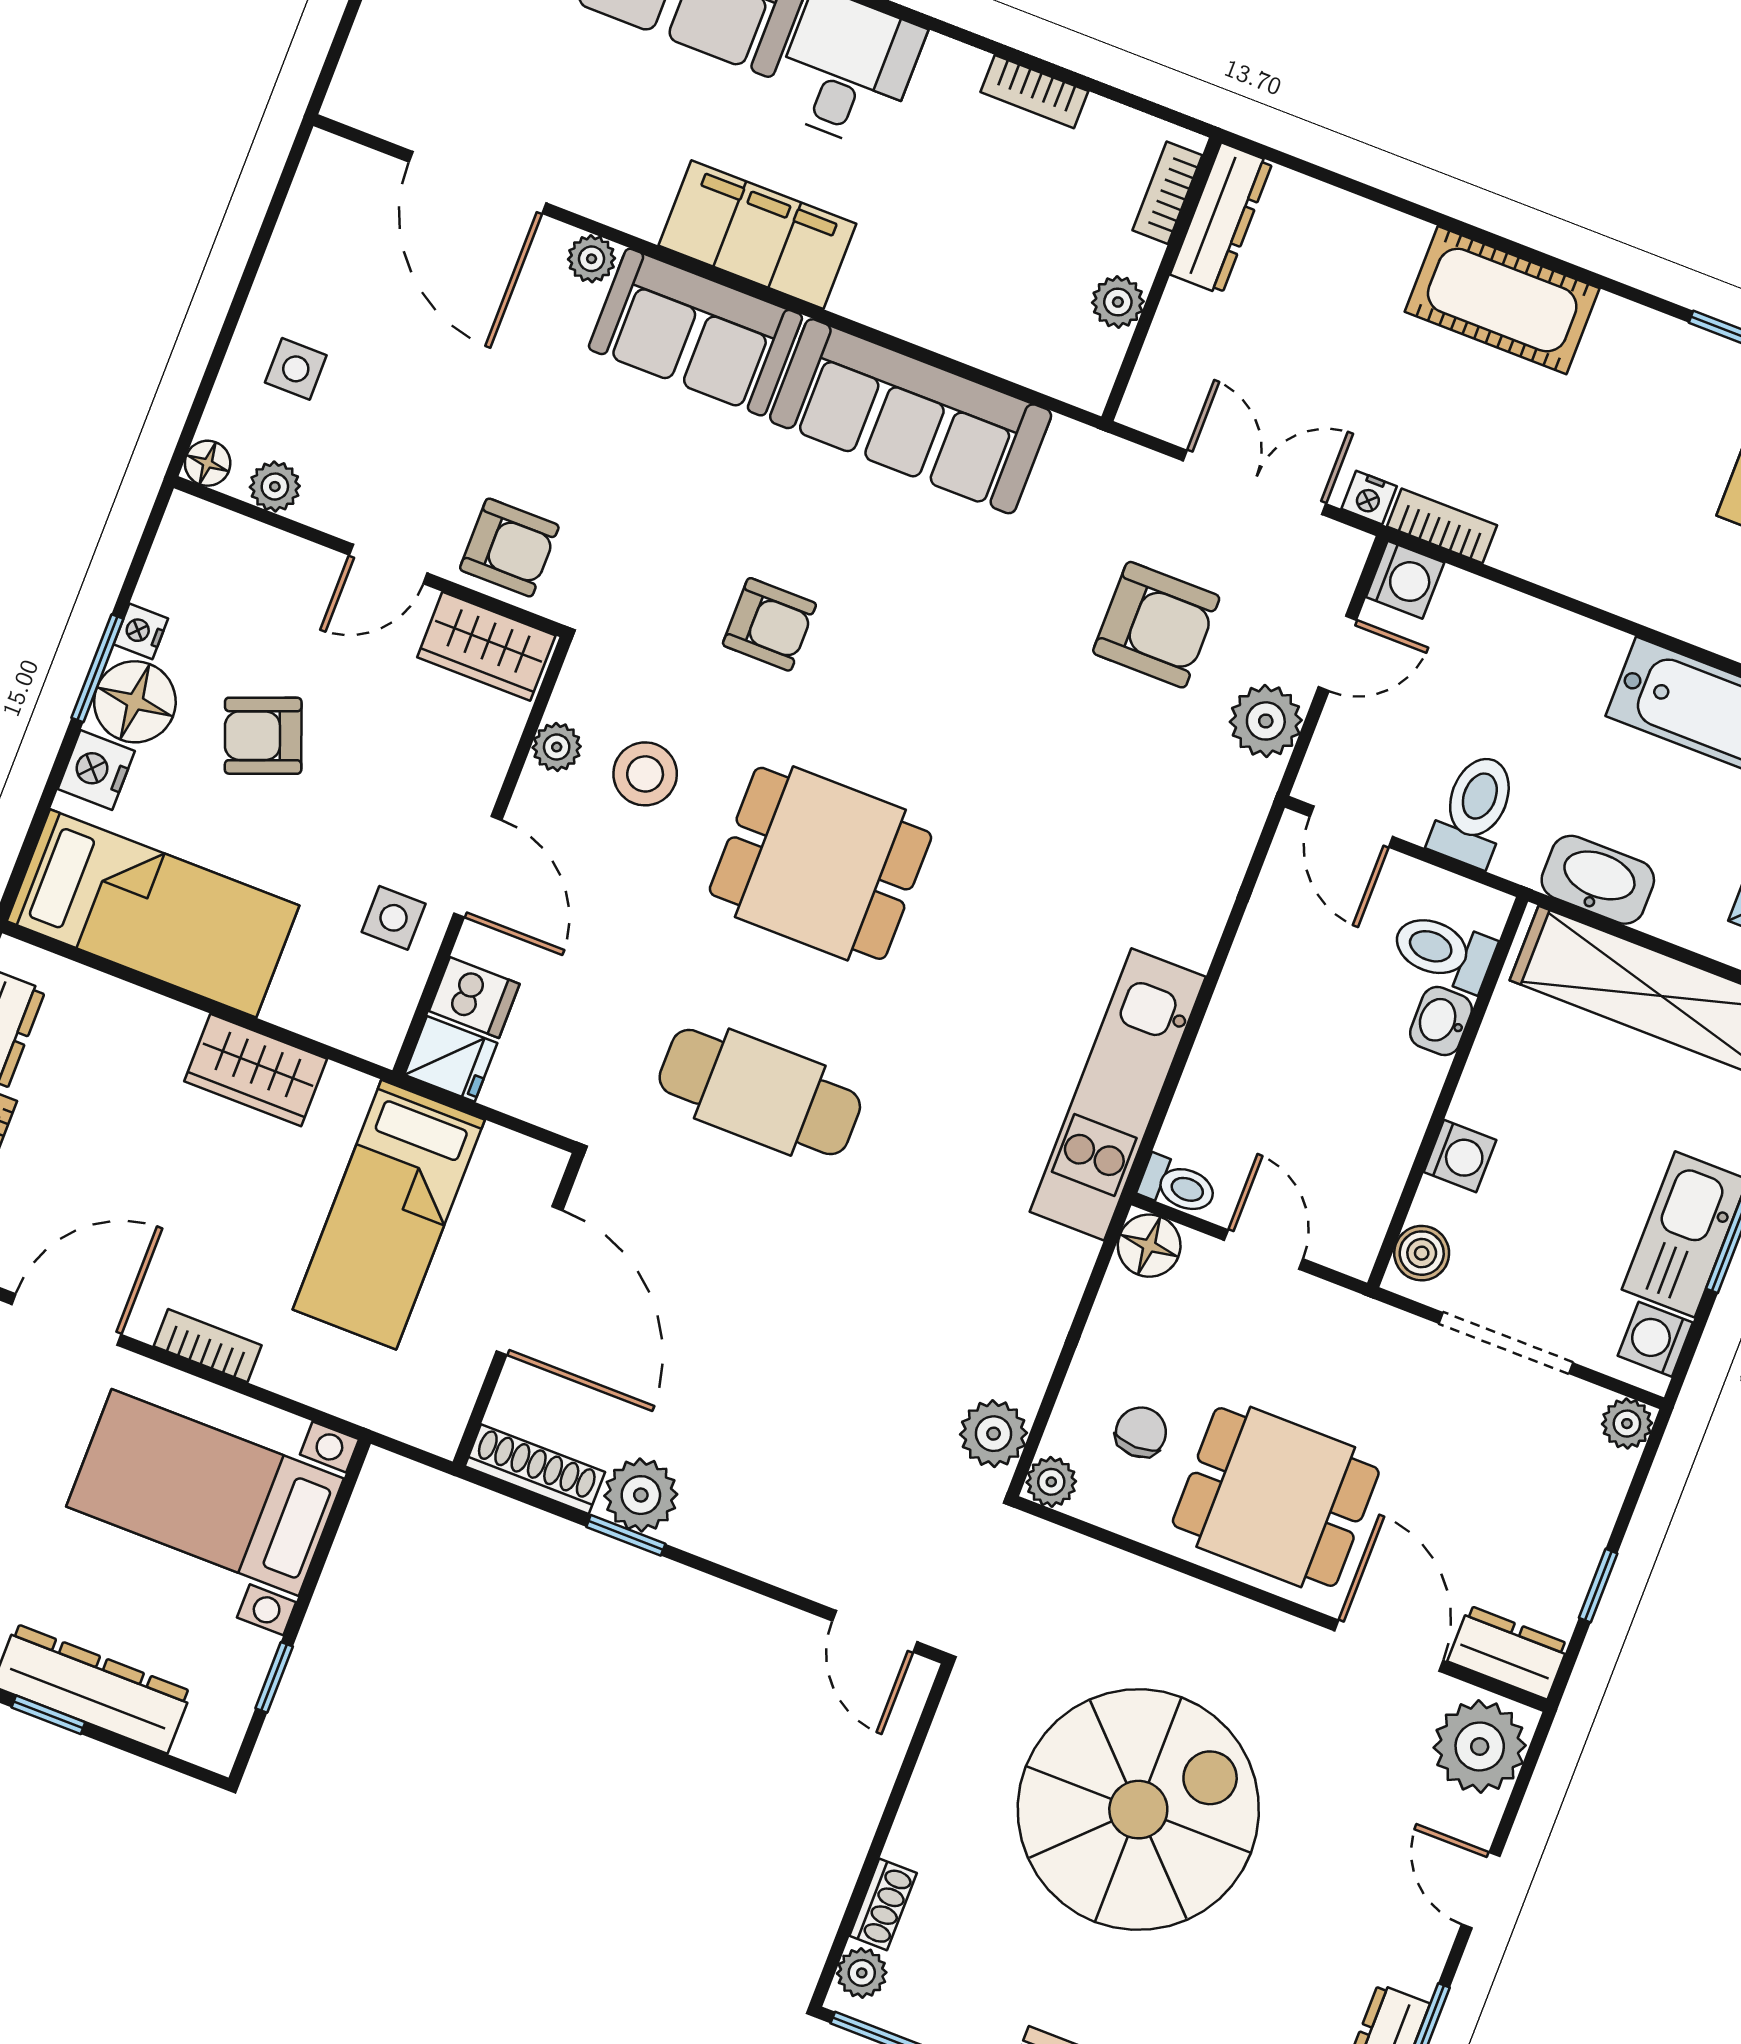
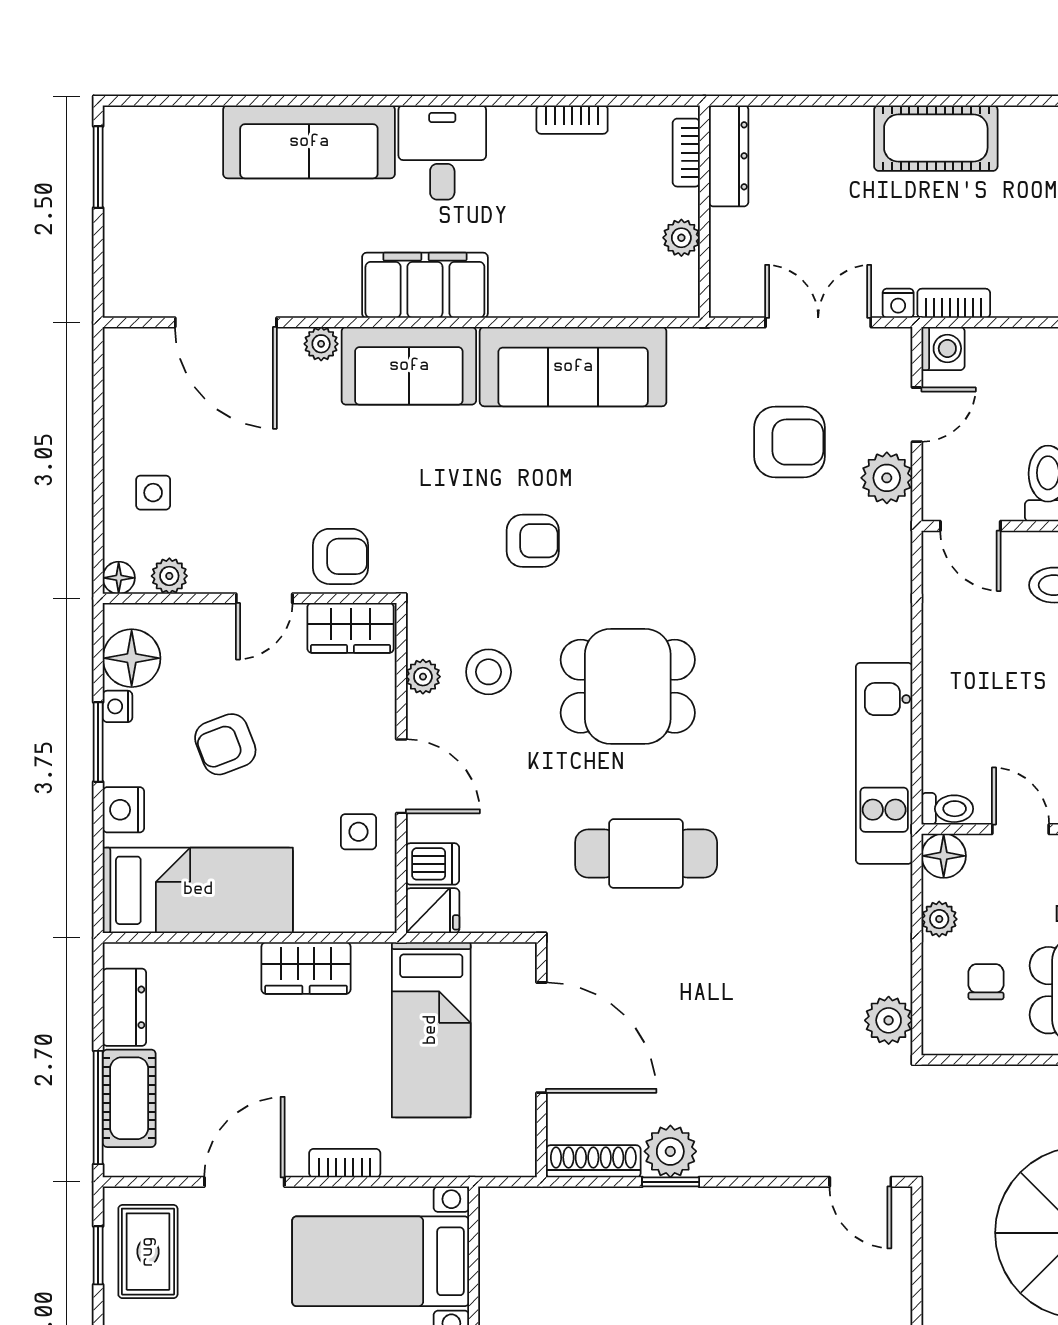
floor lamp: (135, 702) -> (132, 658), moved
plant: (1051, 1482) -> (939, 919), moved

